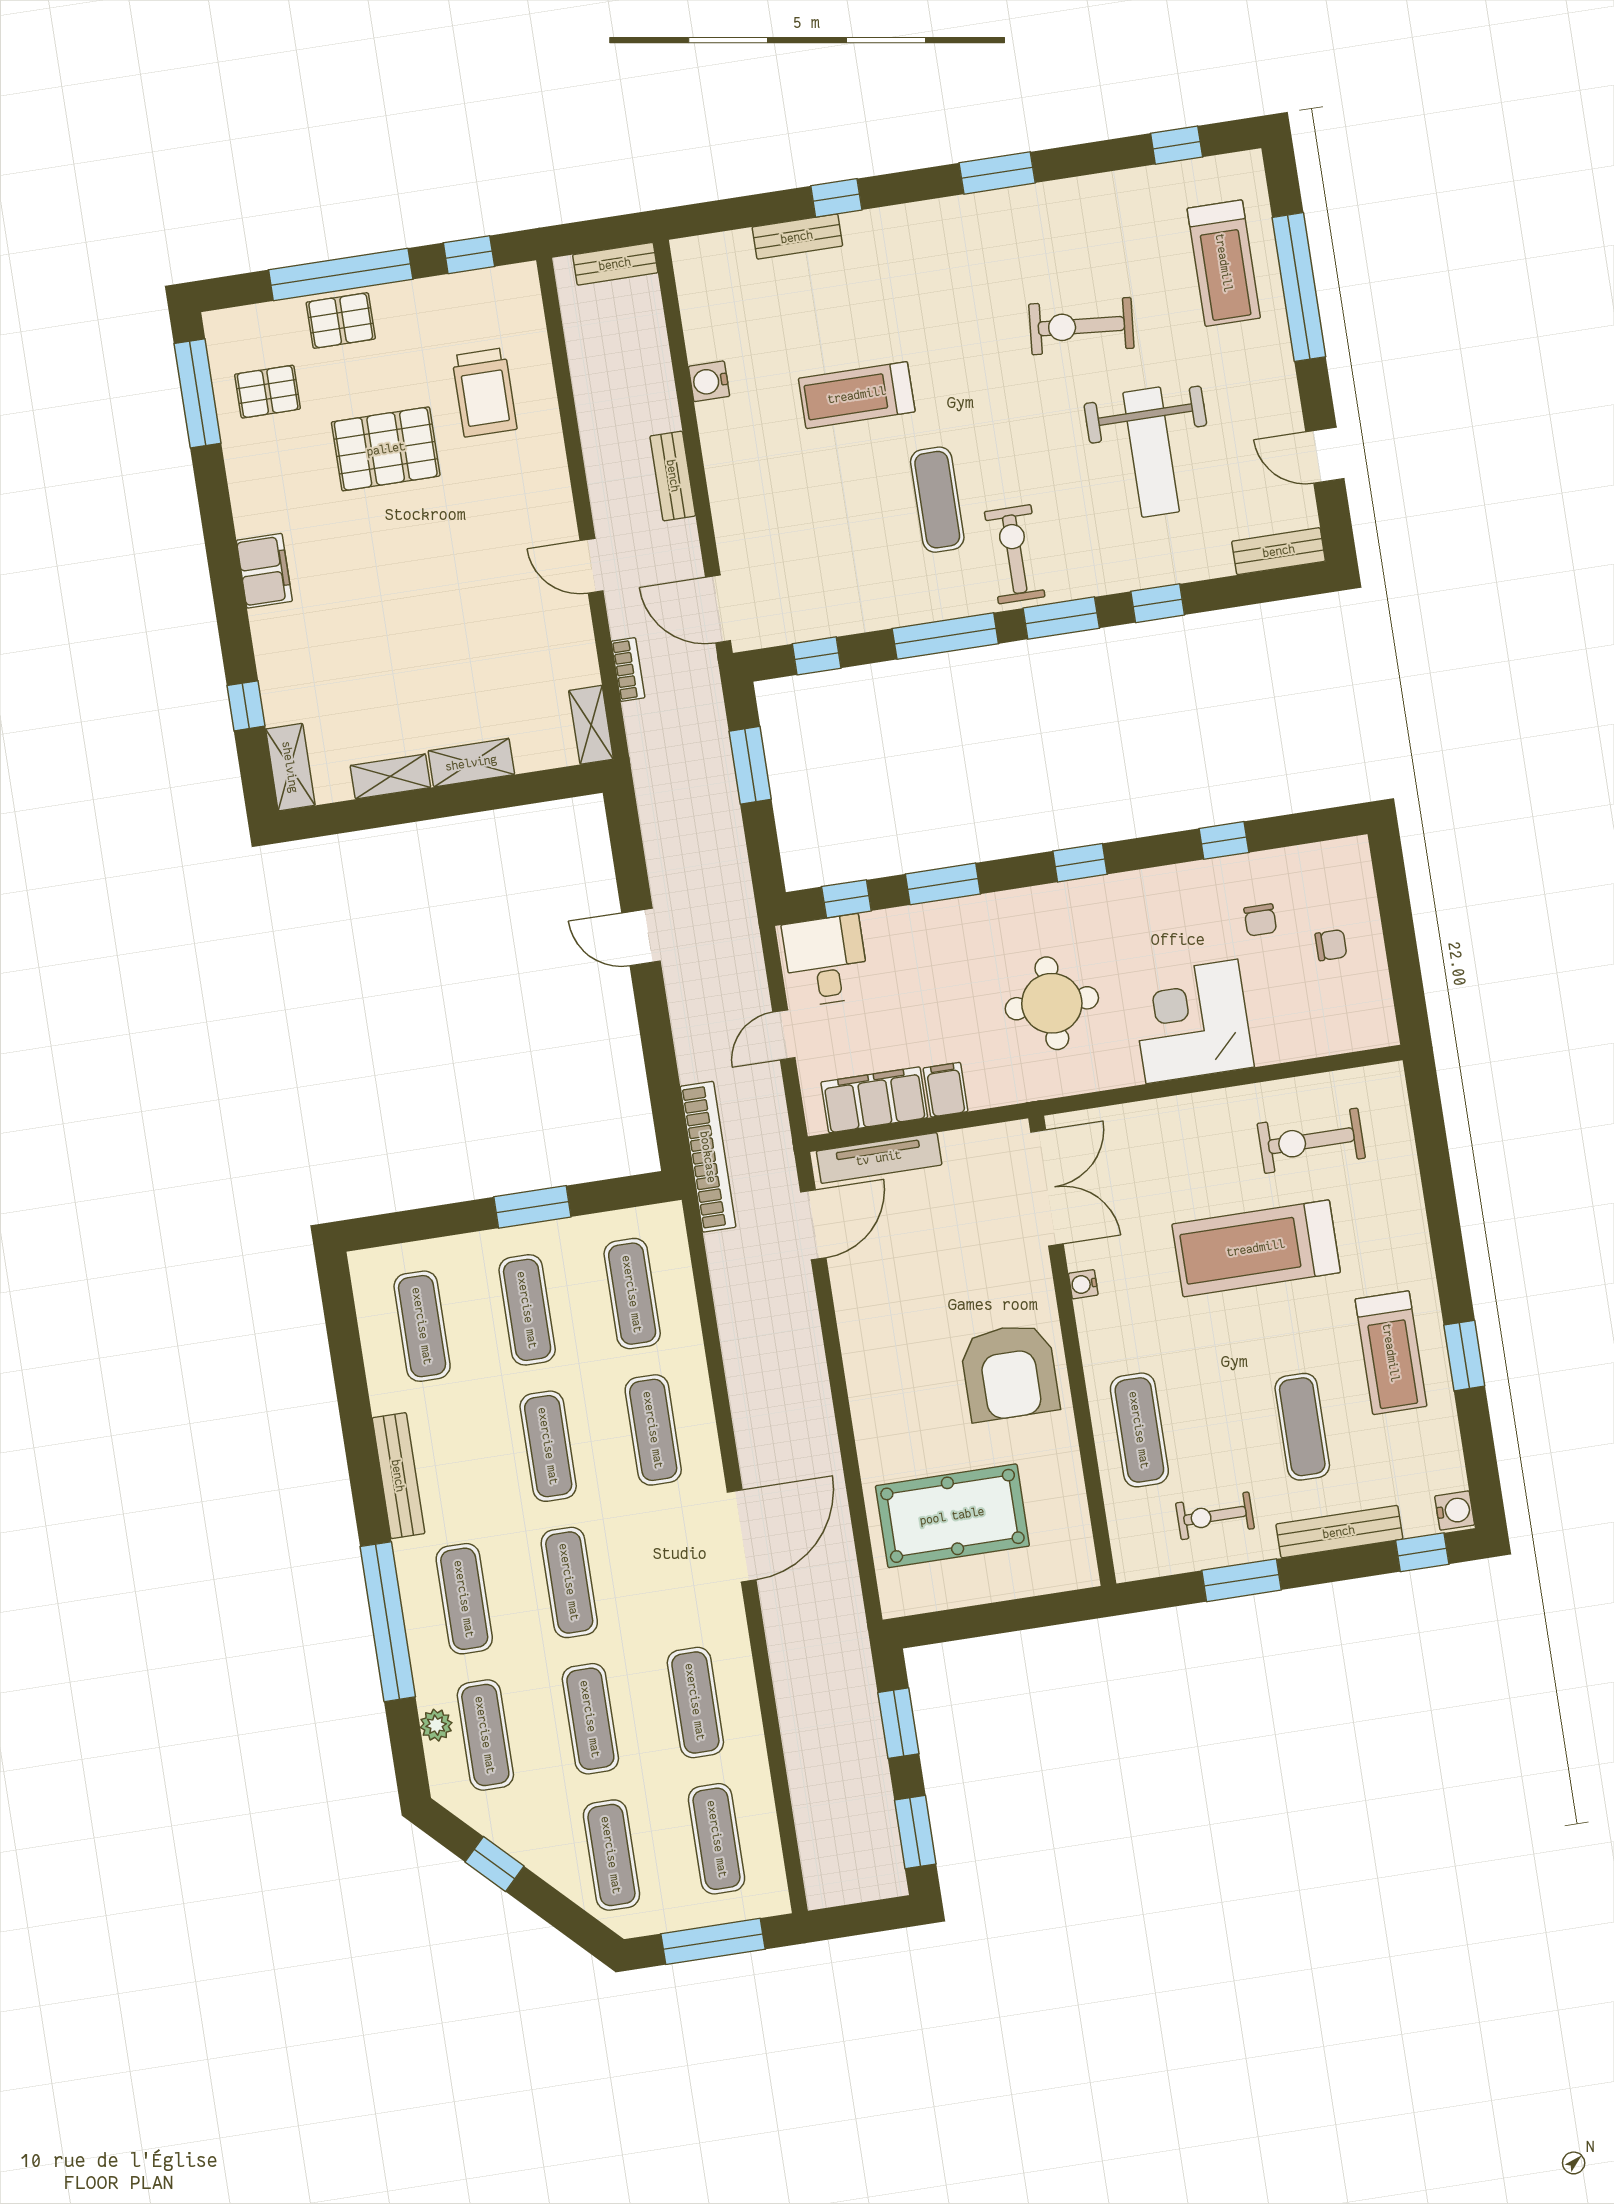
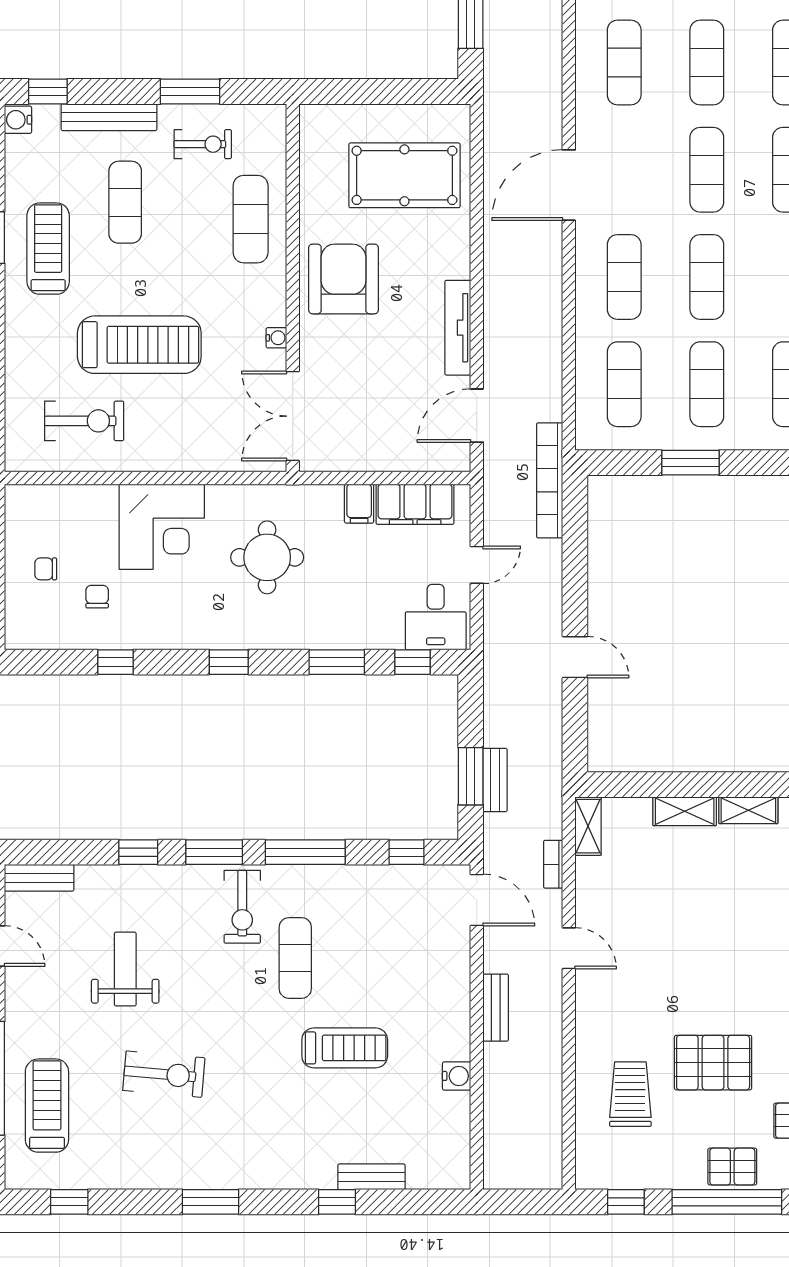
bench: (615, 264) -> (495, 780), moved, turned 90
weight bench: (1151, 452) -> (125, 969), width x0.73, depth x0.75
tv unit: (879, 1158) -> (458, 328), moved, turned -90

